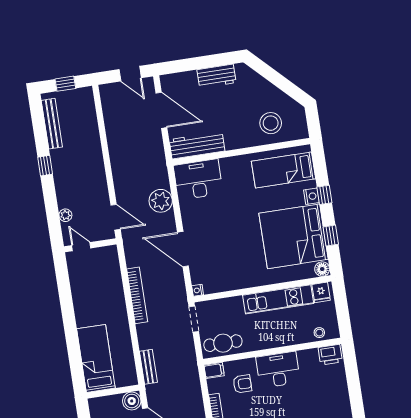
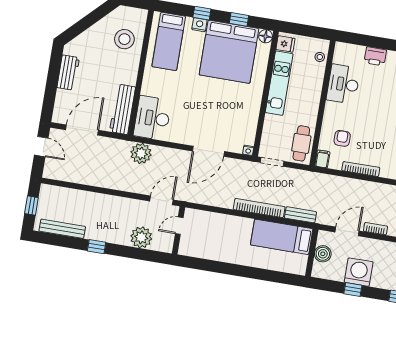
door: (130, 74) -> (41, 147), hinge flipped
plant: (161, 201) -> (141, 153), moved
plant: (65, 215) -> (141, 237), width x1.87, depth x1.87
door: (81, 247) -> (179, 226), moved
bookcase: (137, 295) -> (259, 208), moved
printer: (330, 355) -> (375, 56), moved, turned 90
bed: (96, 358) -> (282, 237), moved
desk: (278, 370) -> (343, 84), moved
boiler: (132, 401) -> (323, 254), moved

